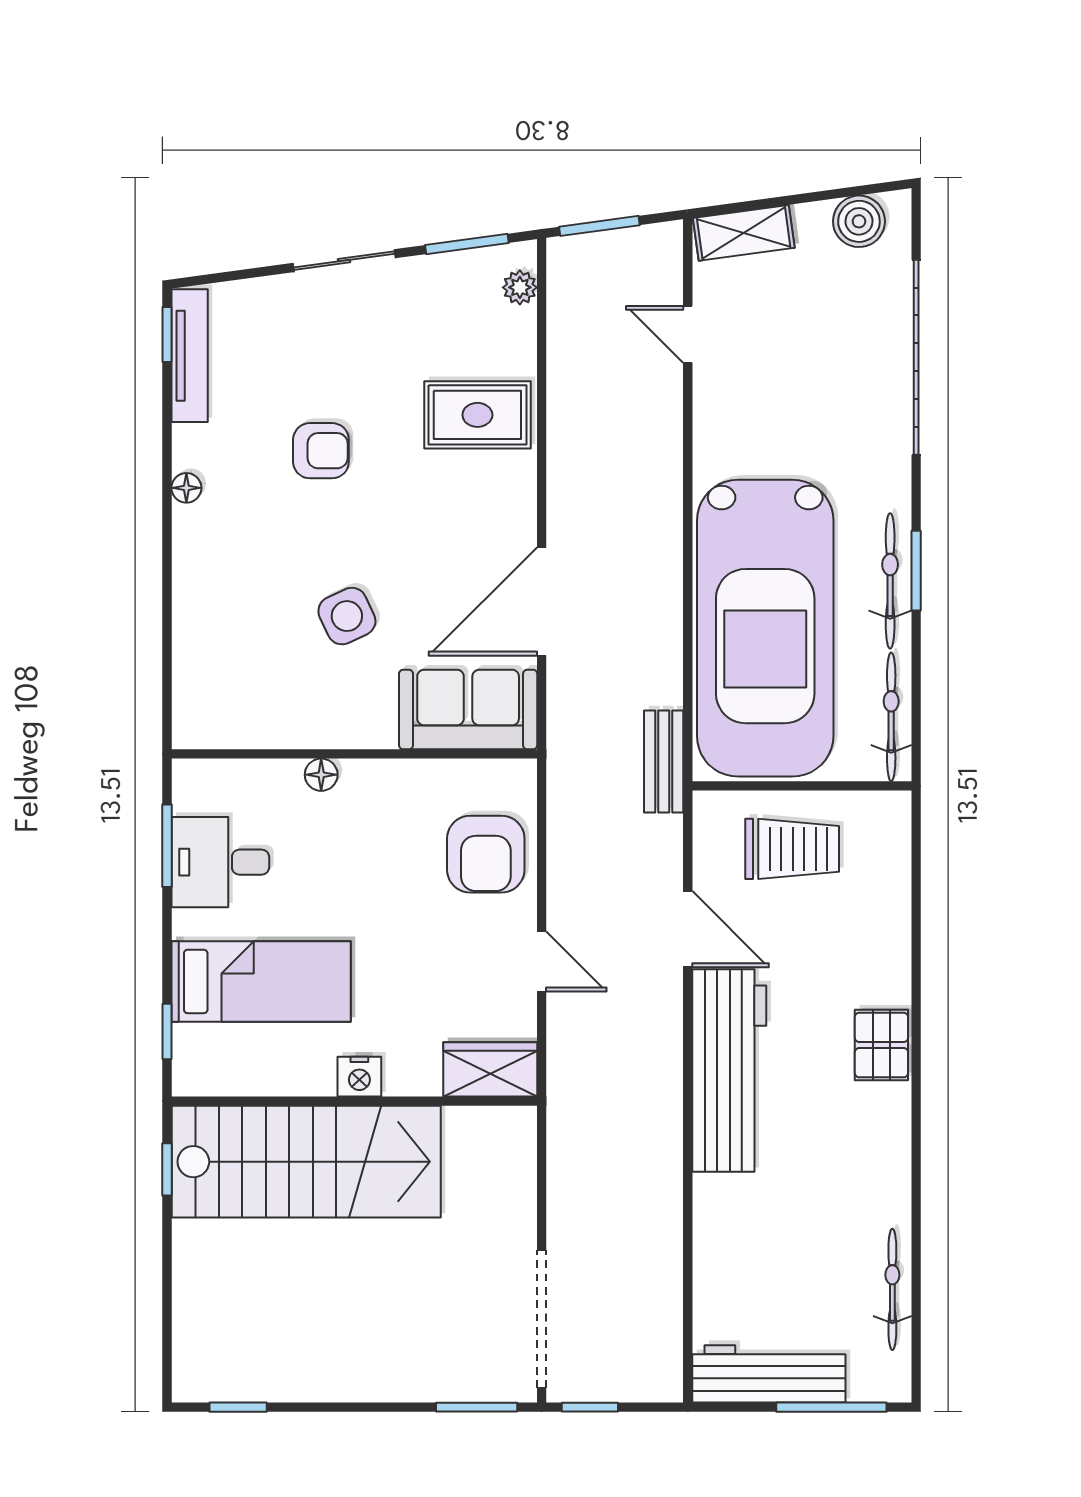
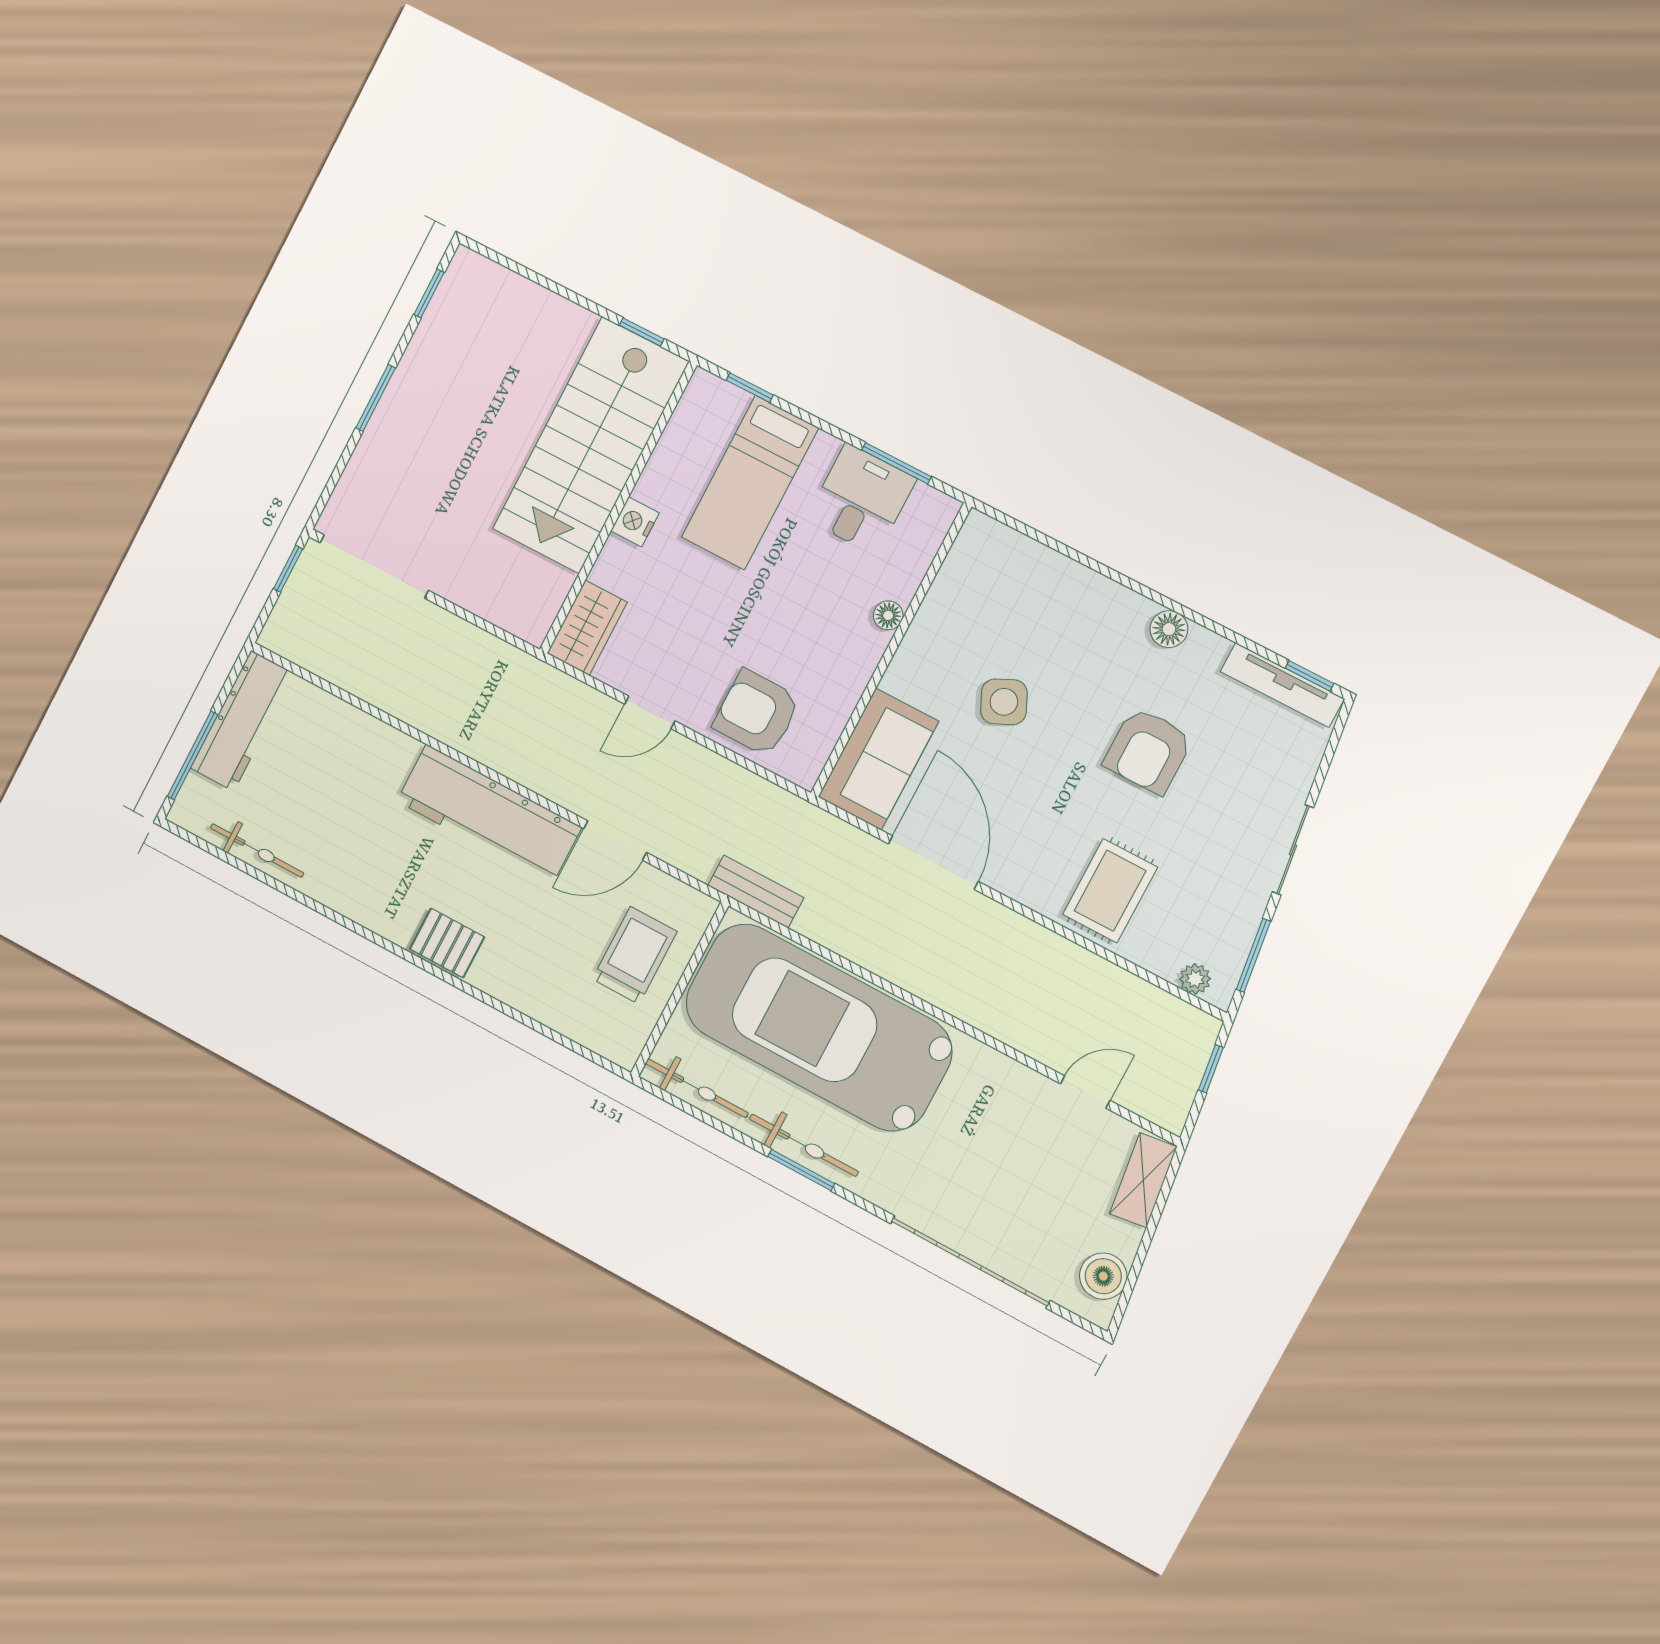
window: (599, 226) -> (1211, 1069), width x0.67
armchair: (321, 451) -> (1148, 751), width x1.38, depth x1.38
floor lamp: (186, 488) -> (1169, 629), width x1.37, depth x1.37
trolley: (792, 849) -> (635, 955), turned 180
window: (477, 1407) -> (376, 398), moved

